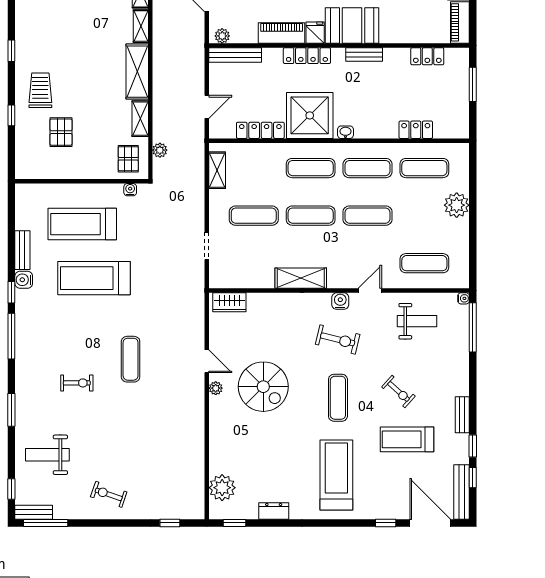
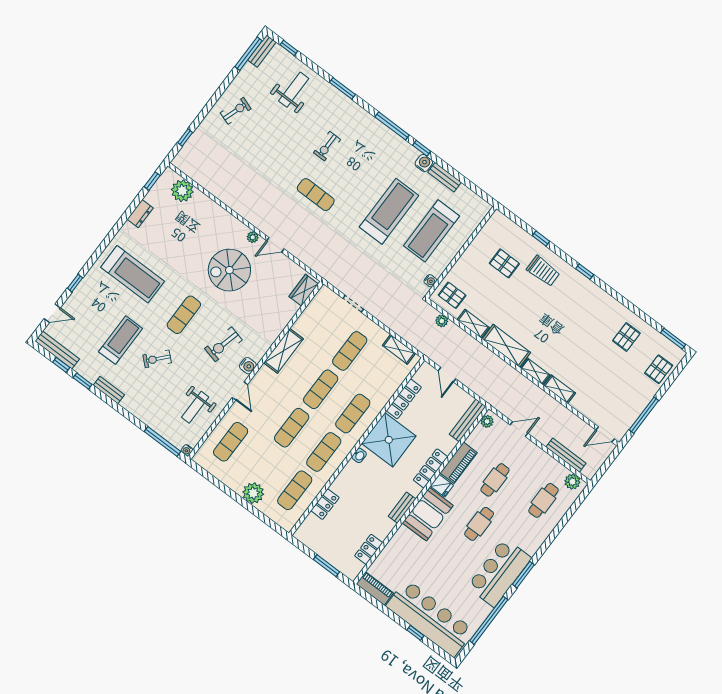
treadmill: (82, 224) -> (431, 231), turned 180
exercise mat: (338, 398) -> (184, 315), turned 90
door: (430, 523) -> (52, 313), width x0.53

